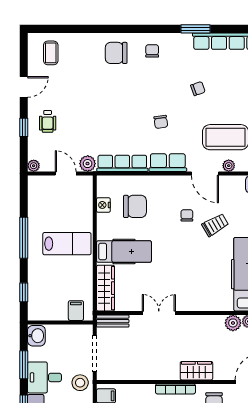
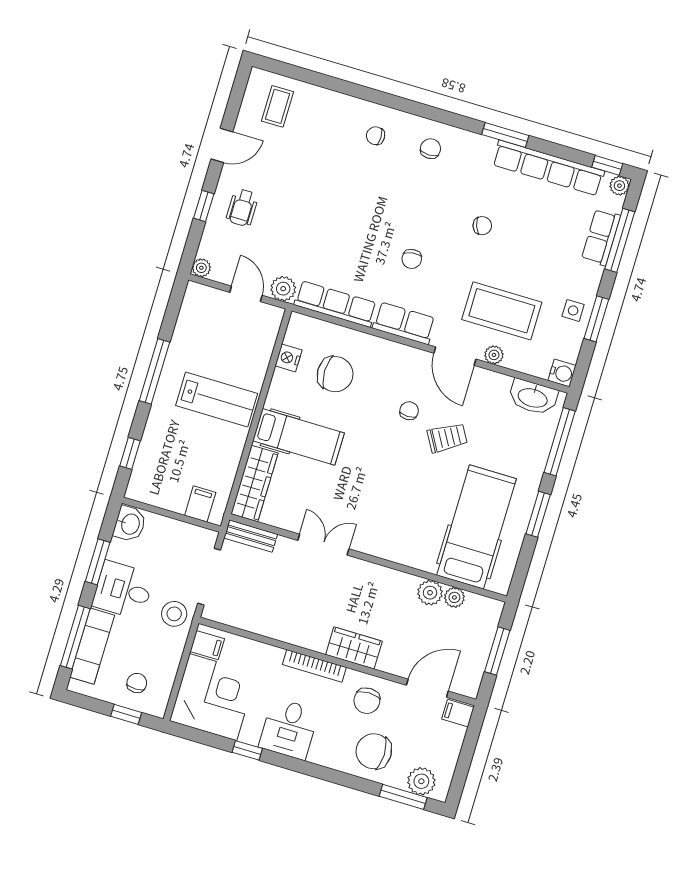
chair: (116, 53) -> (376, 136), width x0.54, depth x0.54

